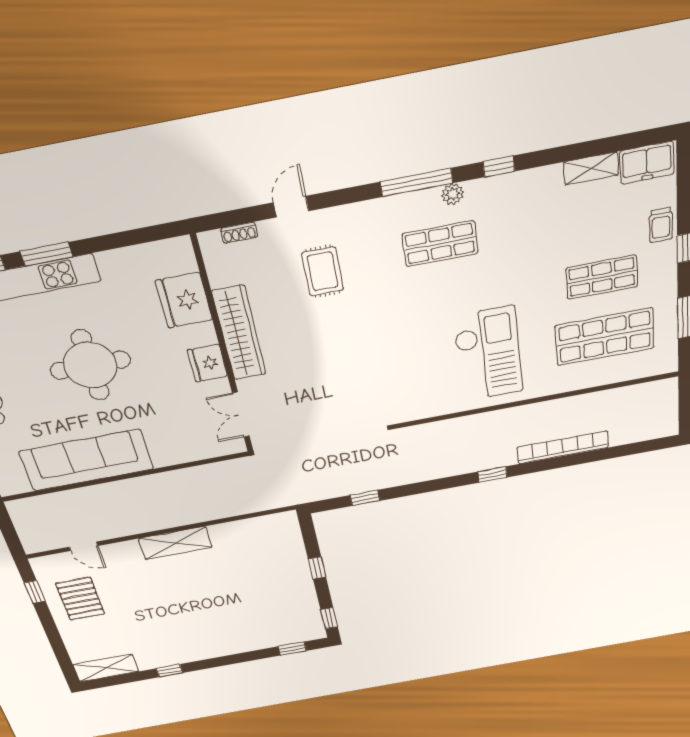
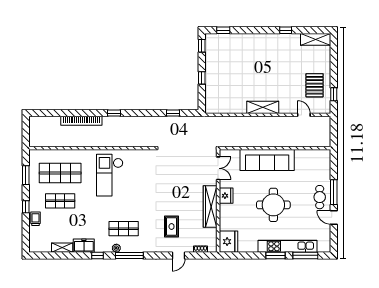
freezer: (647, 163) -> (84, 246), moved
fridge: (184, 300) -> (228, 242), moved
sofa: (87, 460) -> (267, 160), moved

